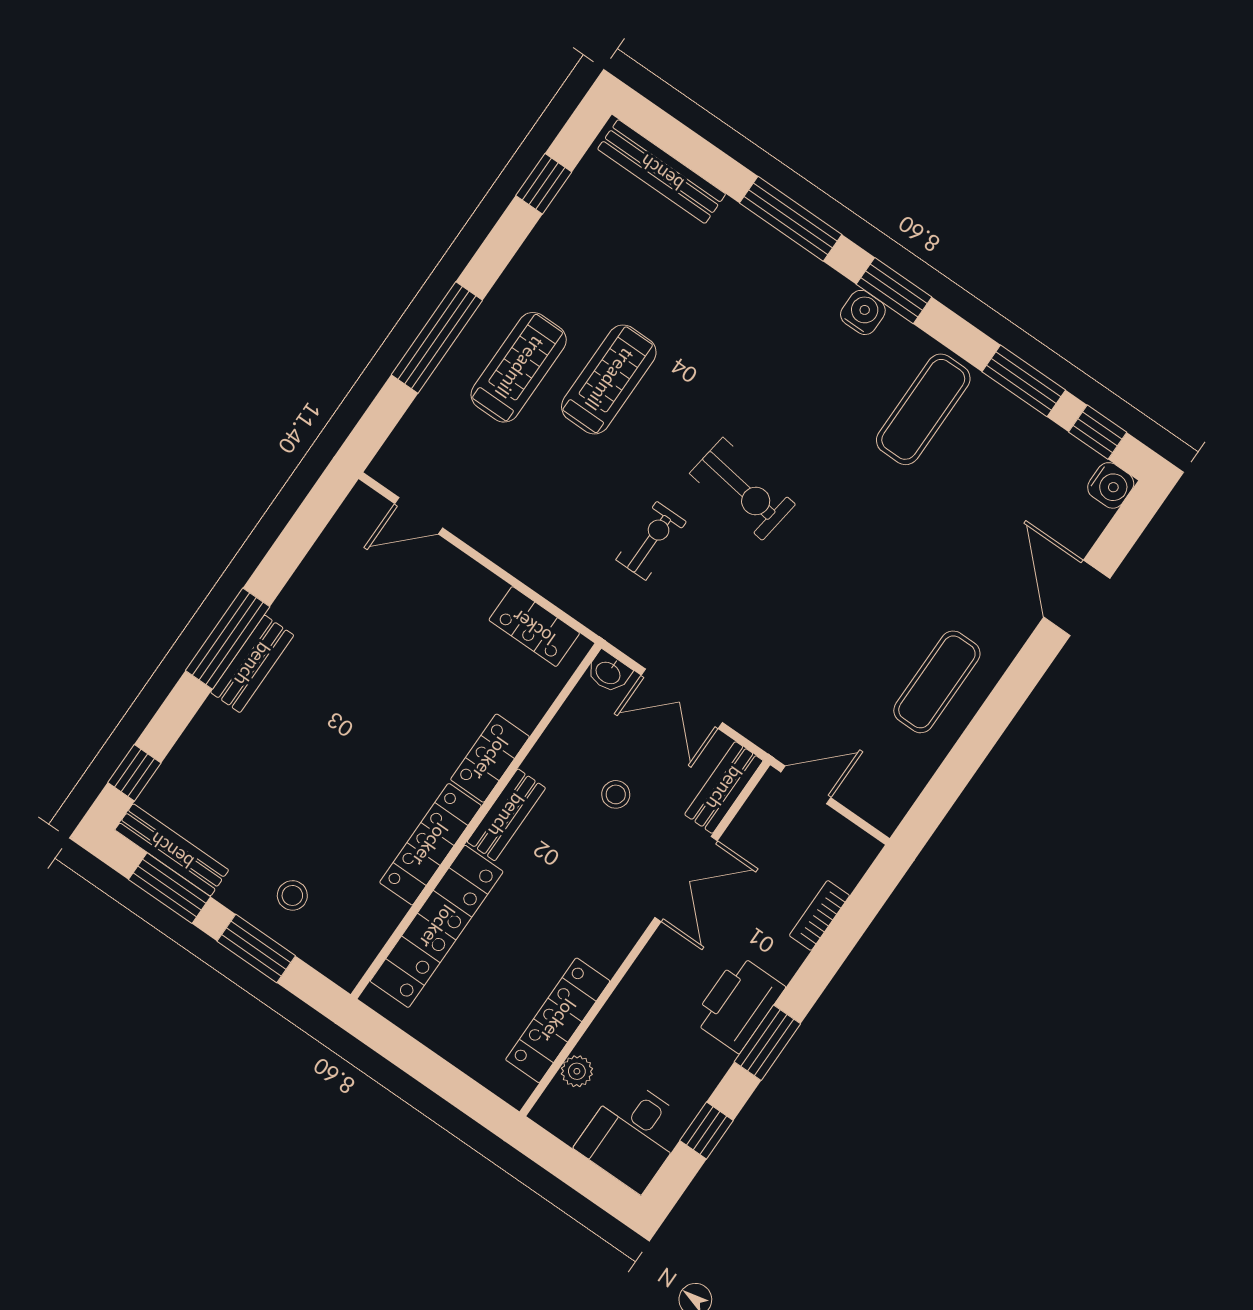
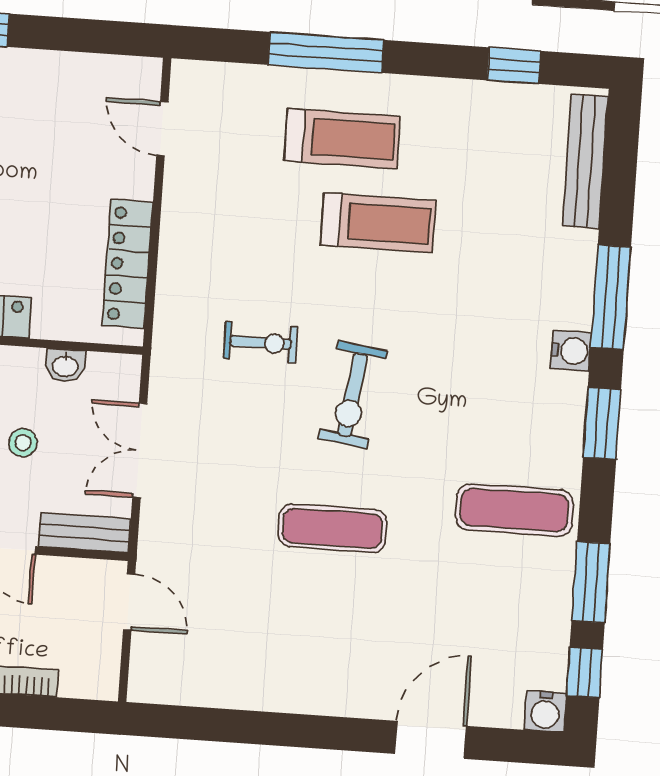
water cooler: (863, 312) -> (571, 351), moved
locker: (534, 627) -> (128, 264), width x1.53
washbasin: (609, 672) -> (65, 365), moved, turned -90
exercise mat: (937, 682) -> (332, 528), moved

